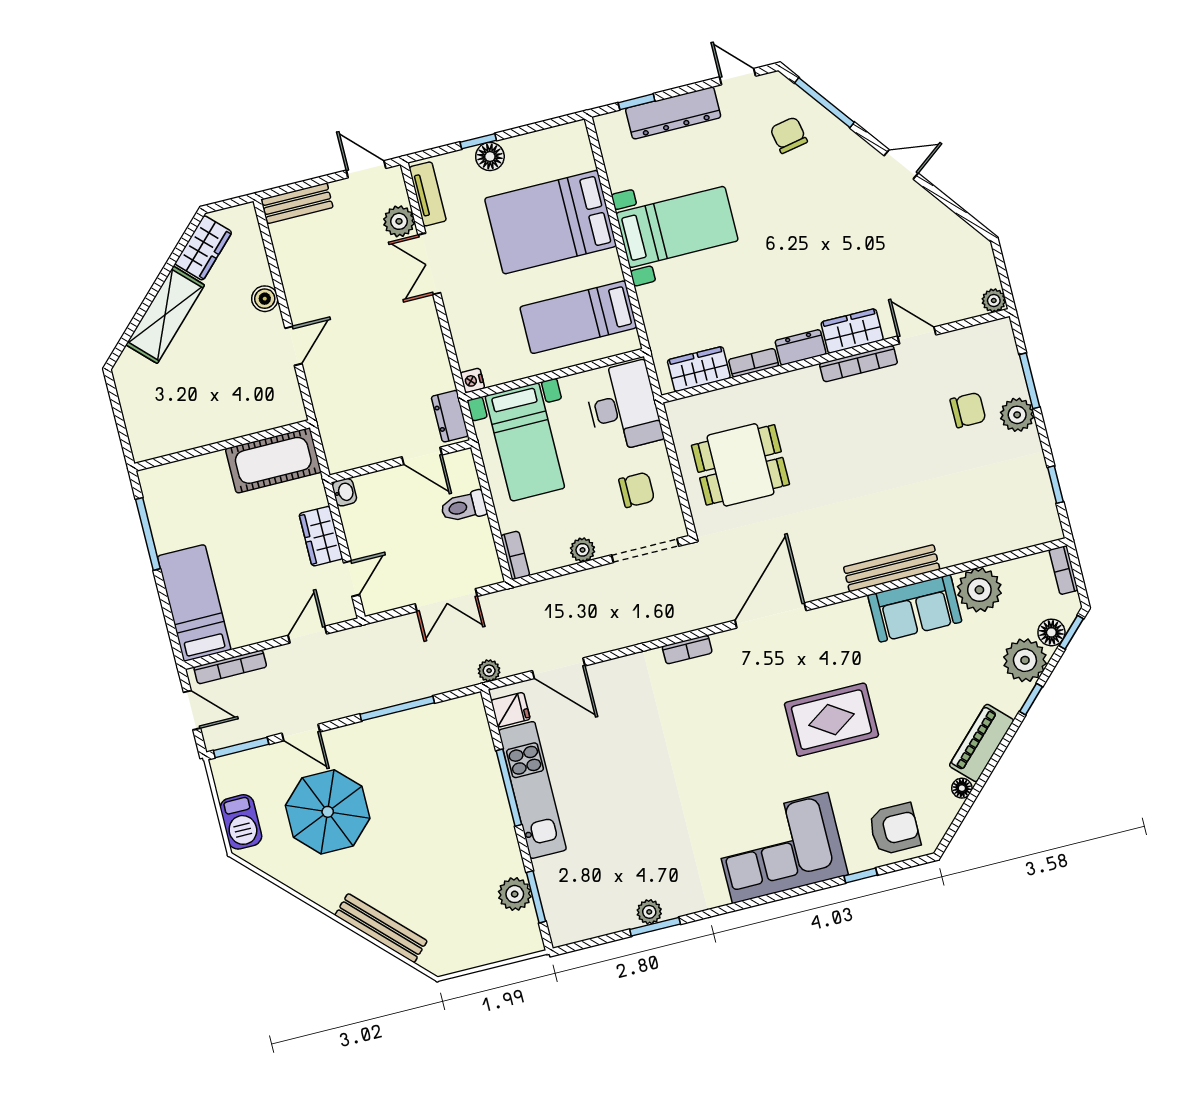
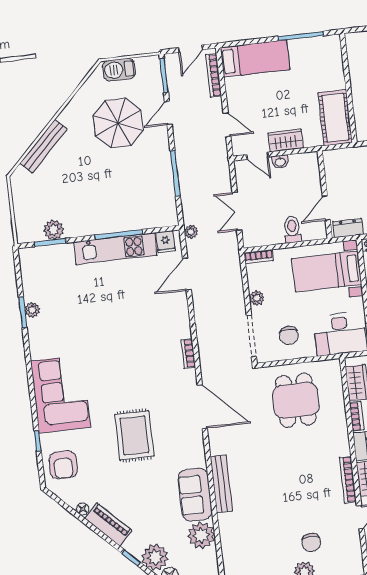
washbasin: (344, 492) -> (280, 162), moved

